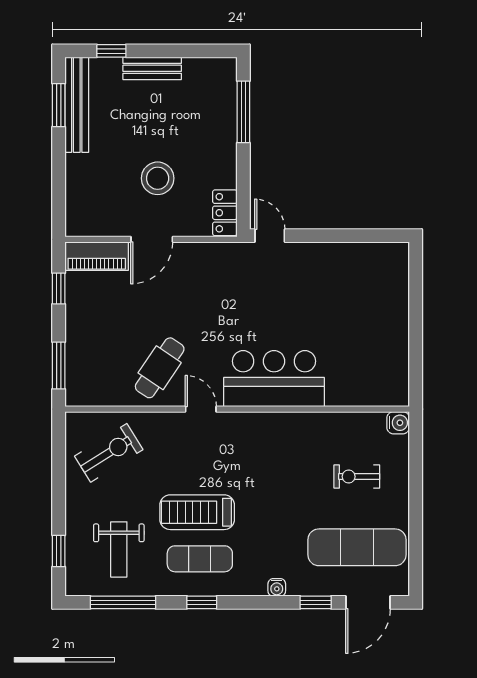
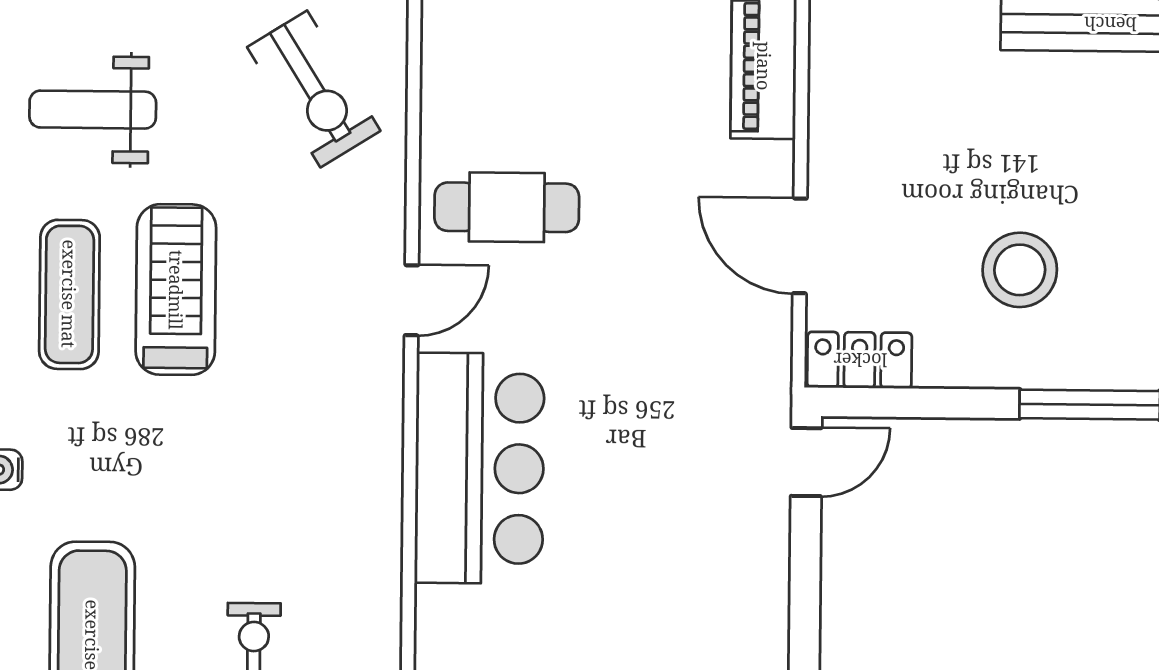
stool: (158, 178) -> (1020, 270), moved
door: (152, 239) -> (800, 246), moved
cafe table: (160, 368) -> (507, 207), turned -34

